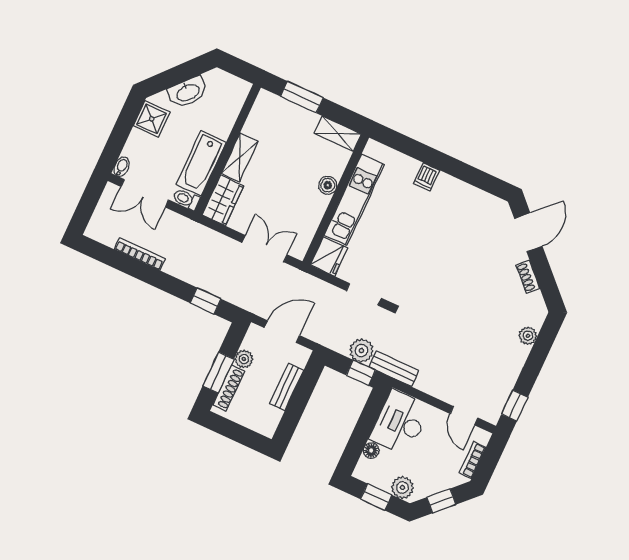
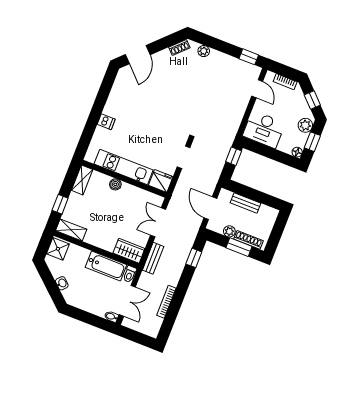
washbasin: (188, 92) -> (62, 283), width x0.52, depth x0.69
window: (302, 97) -> (60, 204), width x0.67
shower: (152, 119) -> (58, 249), moved
shelving: (240, 157) -> (71, 230), moved
door: (528, 232) -> (138, 55), swing flipped
shoe rack: (528, 277) -> (179, 47), moved
plant: (361, 350) -> (219, 157), removed
bench: (394, 369) -> (153, 258), moved
door: (464, 416) -> (257, 89), hinge flipped
floor lamp: (371, 451) -> (297, 152), moved

